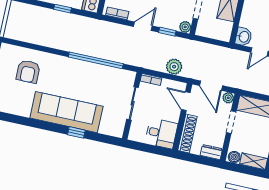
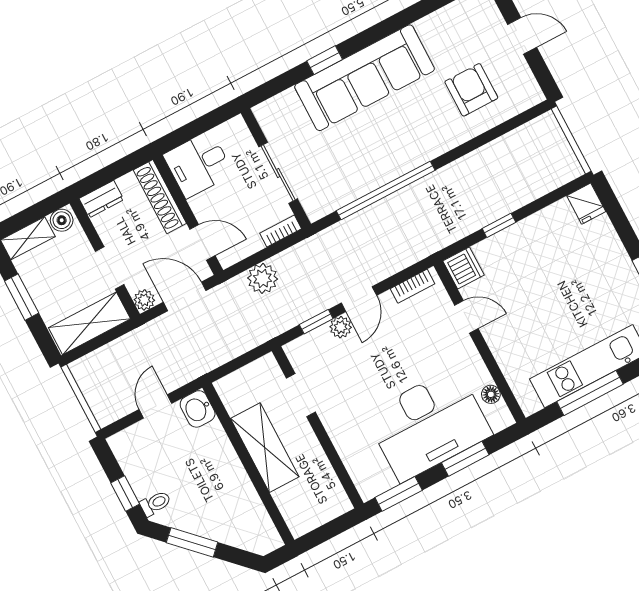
plant: (185, 27) -> (341, 327), moved

